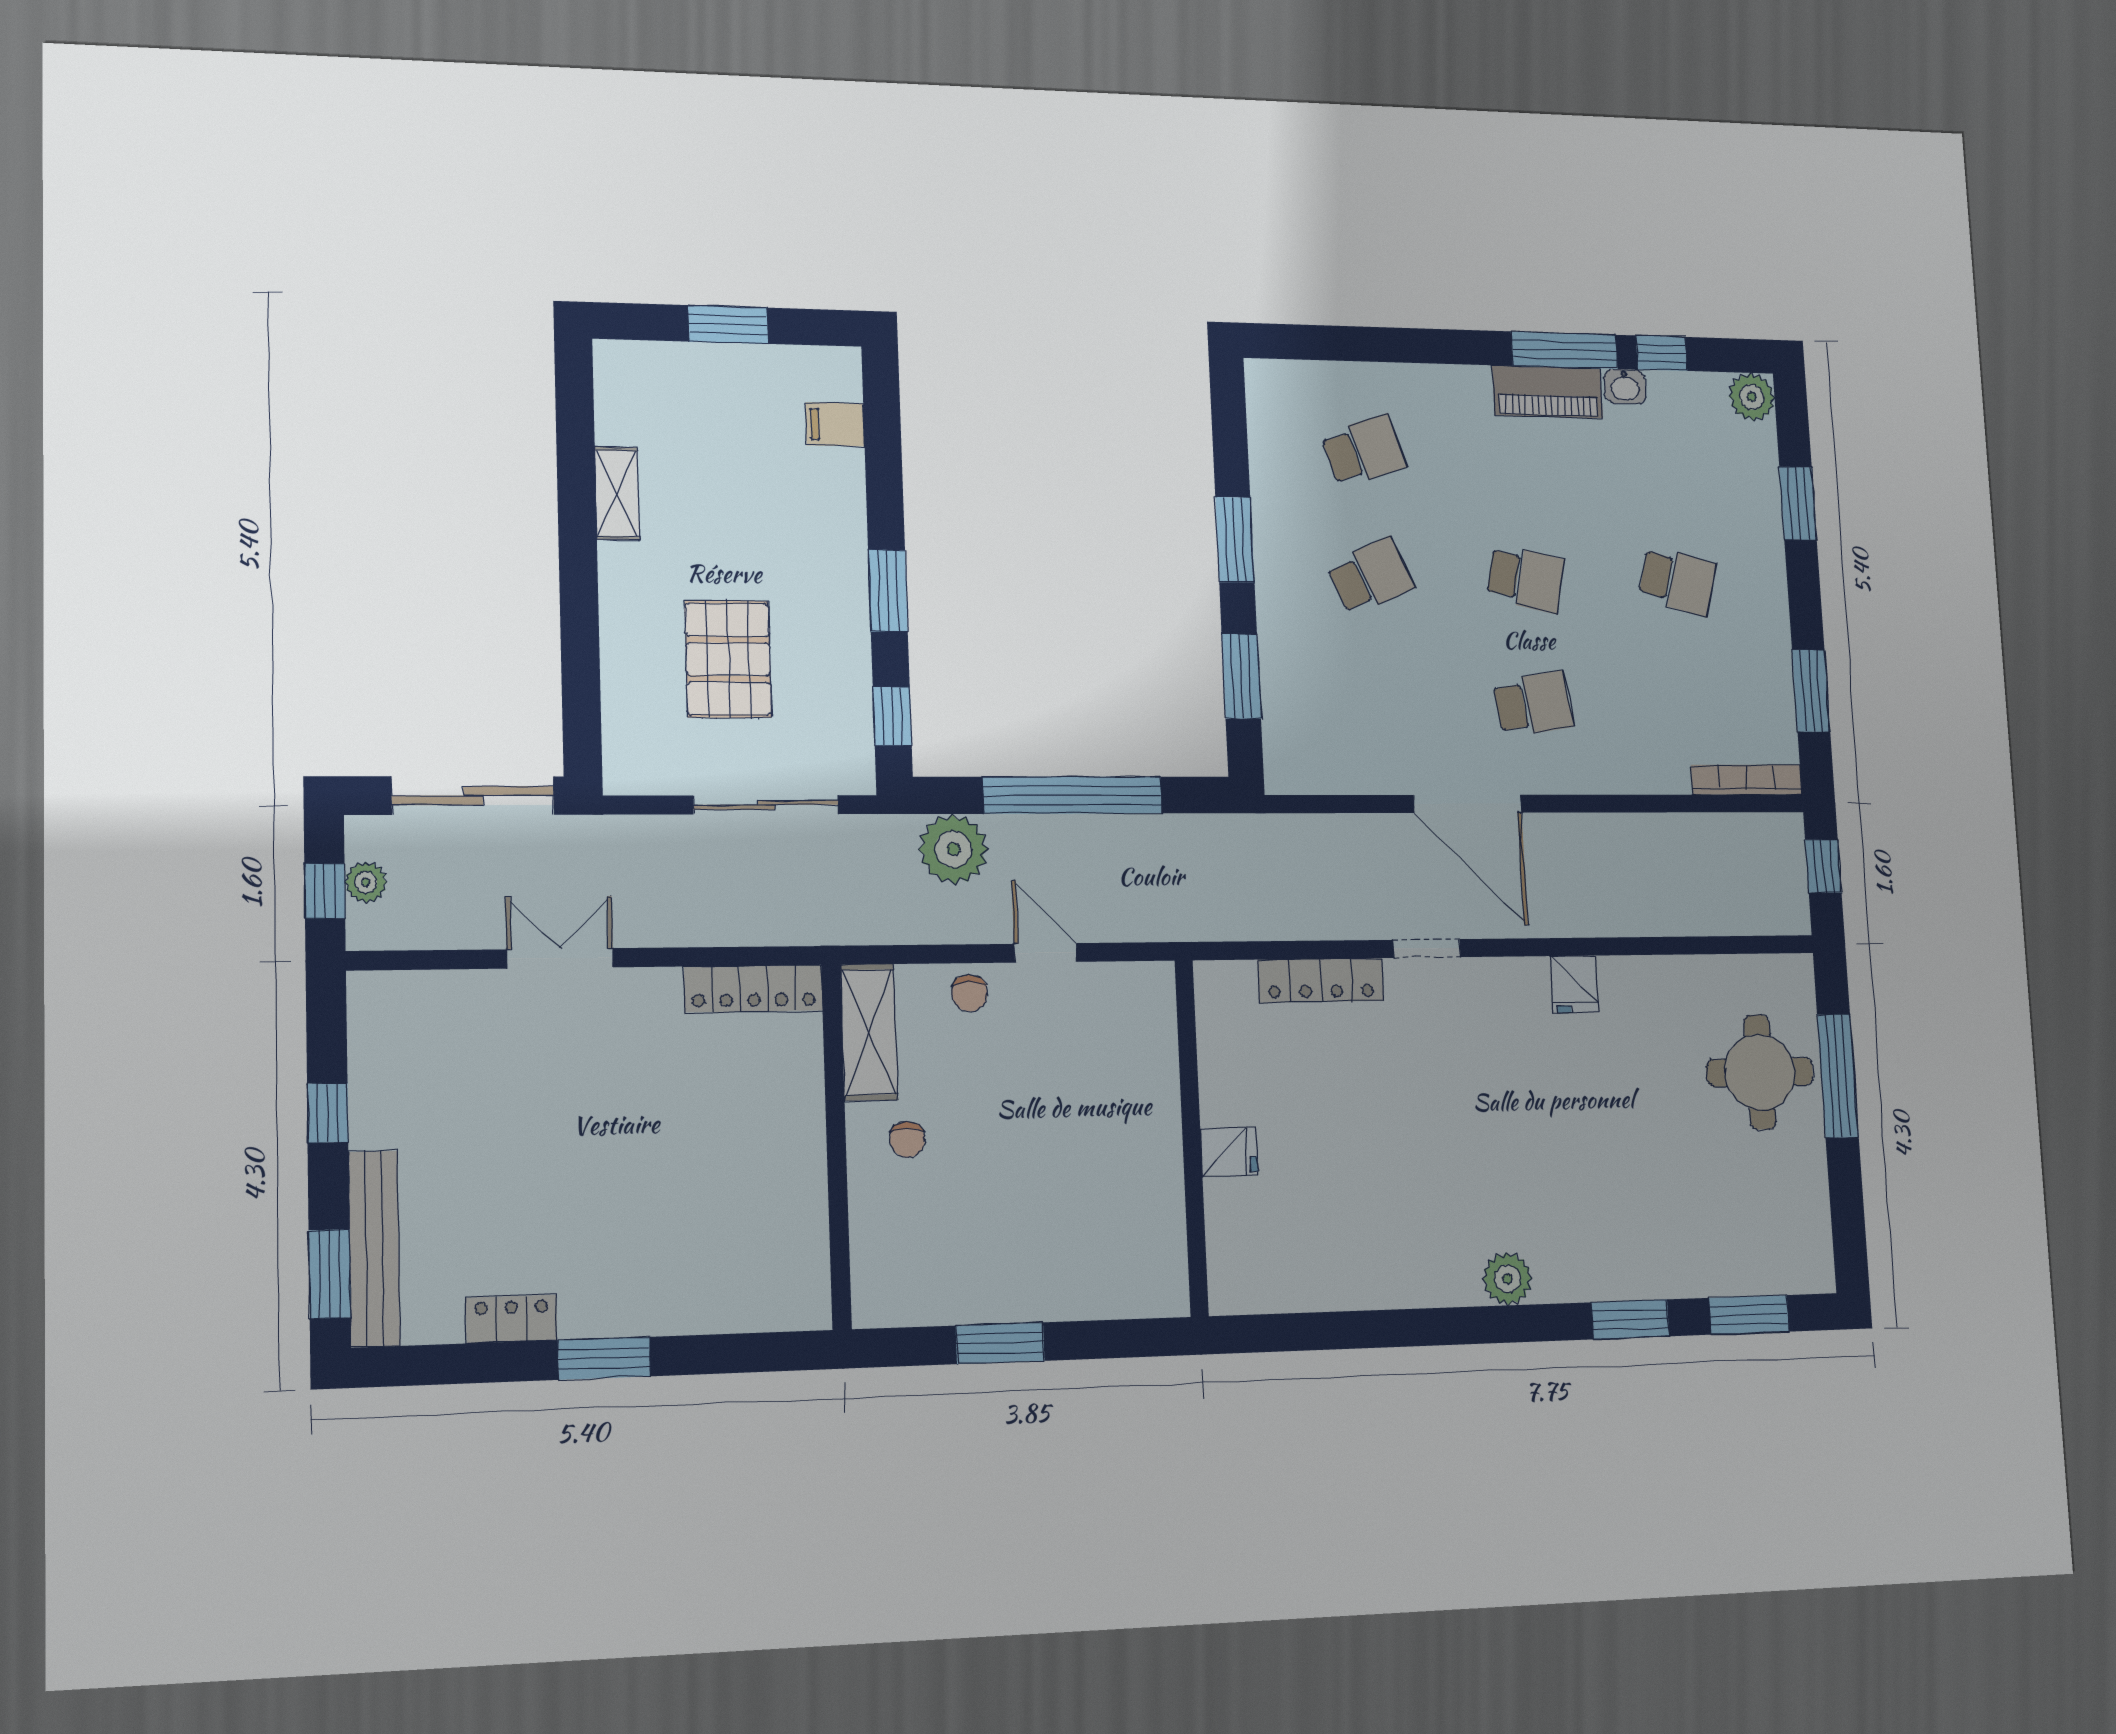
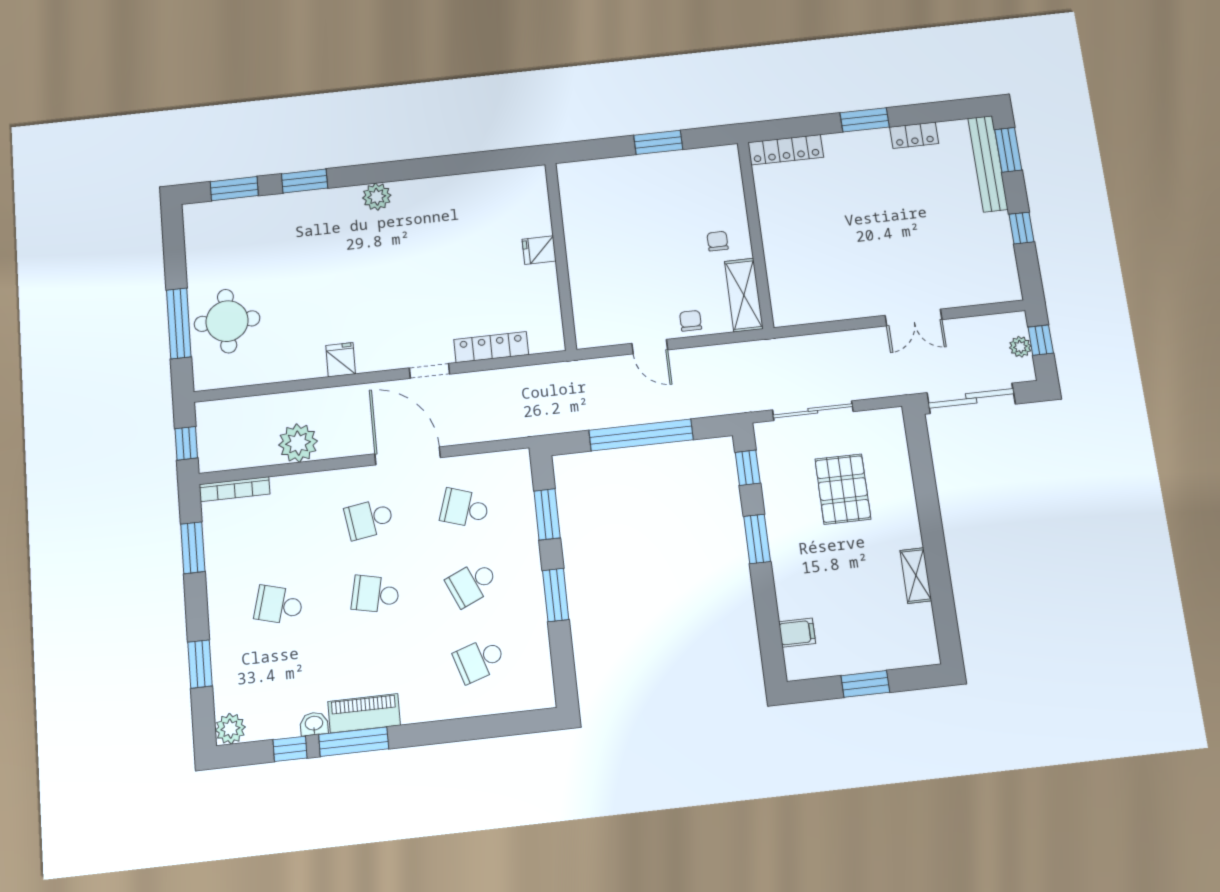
school desk: (1377, 703) -> (465, 508), added
plant: (953, 849) -> (298, 443), moved
locker: (754, 989) -> (786, 150), moved, turned 180

